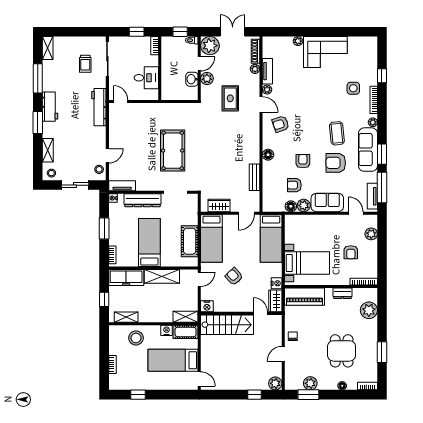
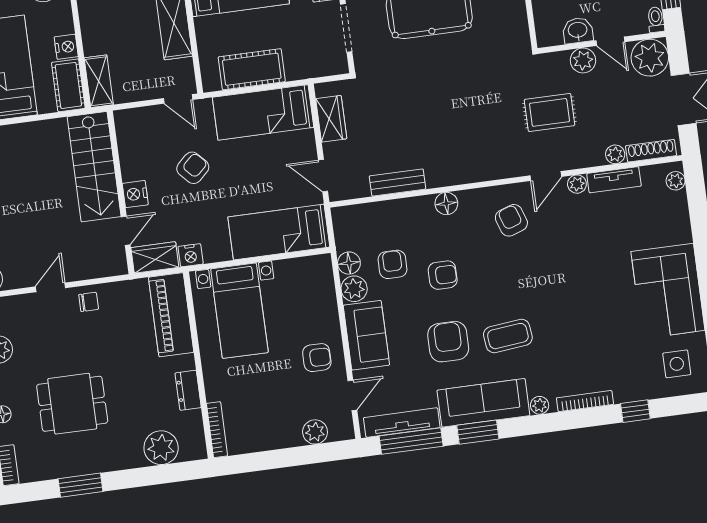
plant: (298, 41) -> (676, 181), moved
side table: (353, 88) -> (677, 364), moved
tv unit: (372, 196) -> (402, 423), width x1.41
armchair: (351, 252) -> (317, 358), moved, turned 180
nightstand: (207, 306) -> (135, 194), moved
door: (283, 354) -> (51, 287), hinge flipped

